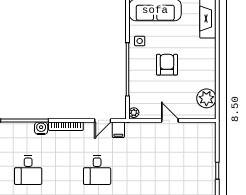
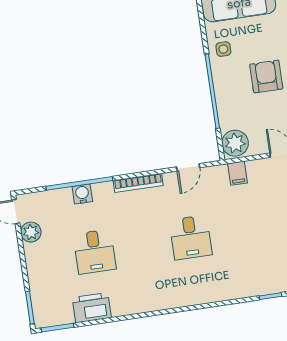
plant: (134, 113) -> (235, 143), width x1.88, depth x1.88
water cooler: (41, 128) -> (82, 194), moved
filing cabinet: (118, 130) -> (238, 173), moved

